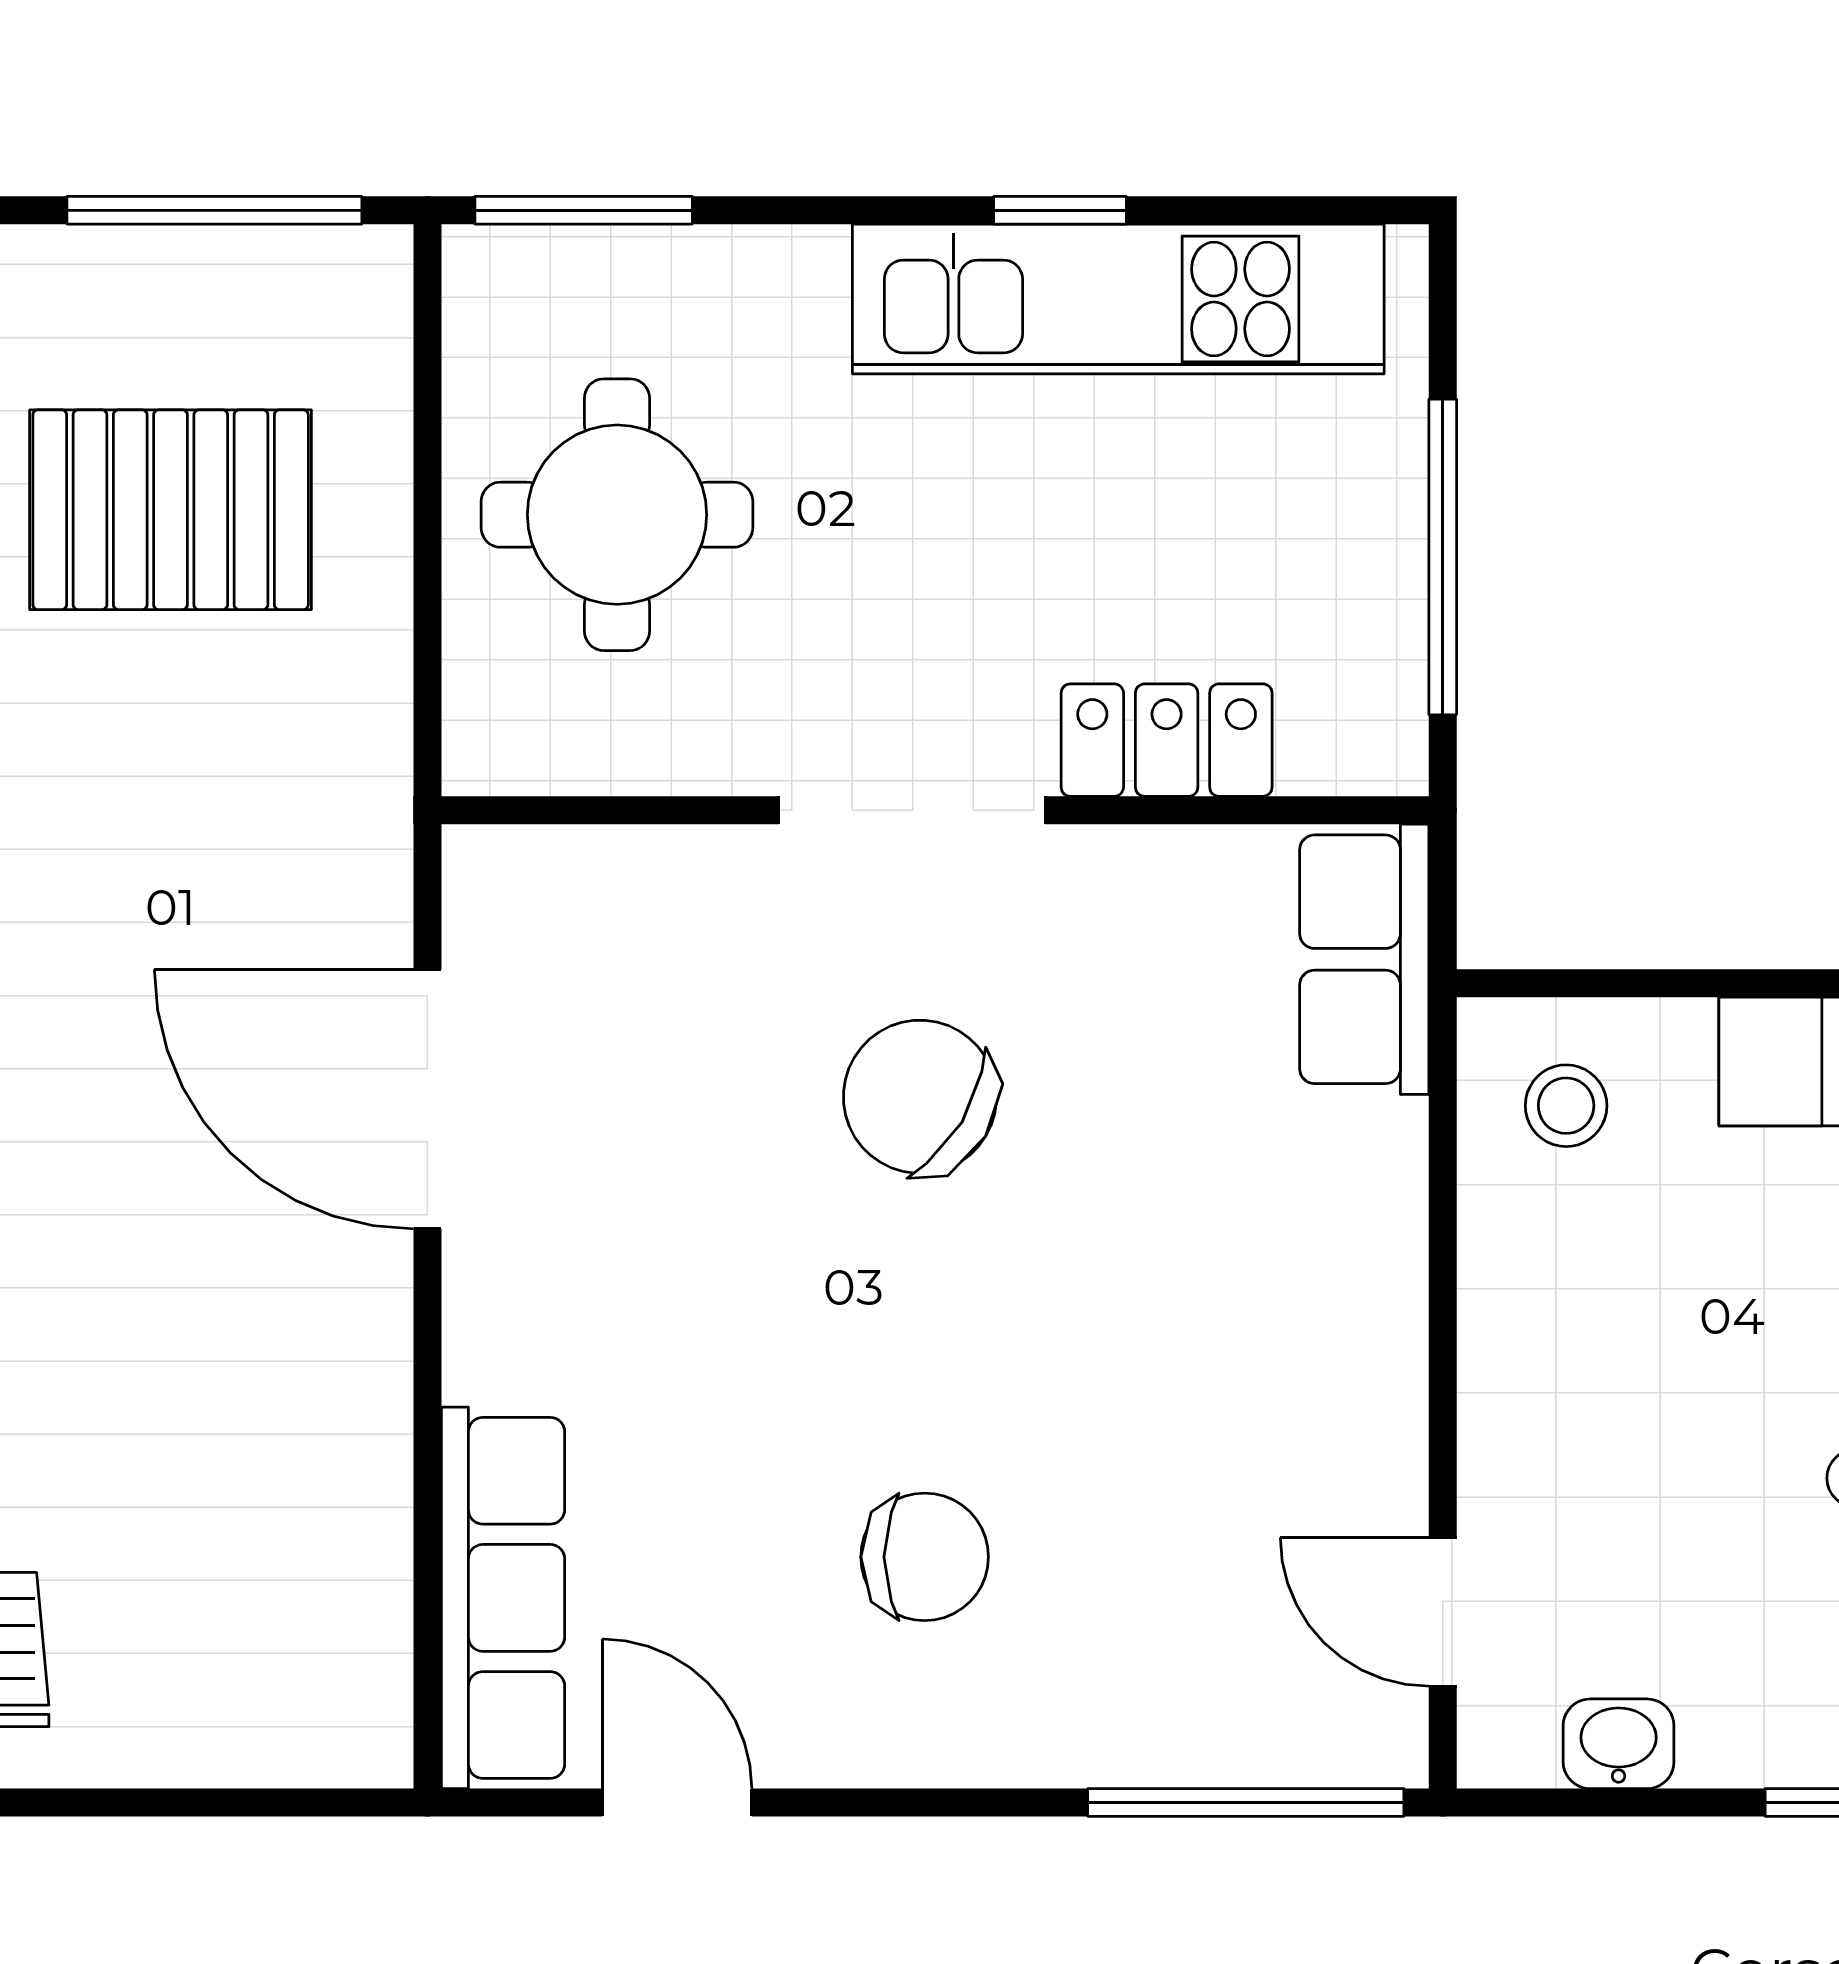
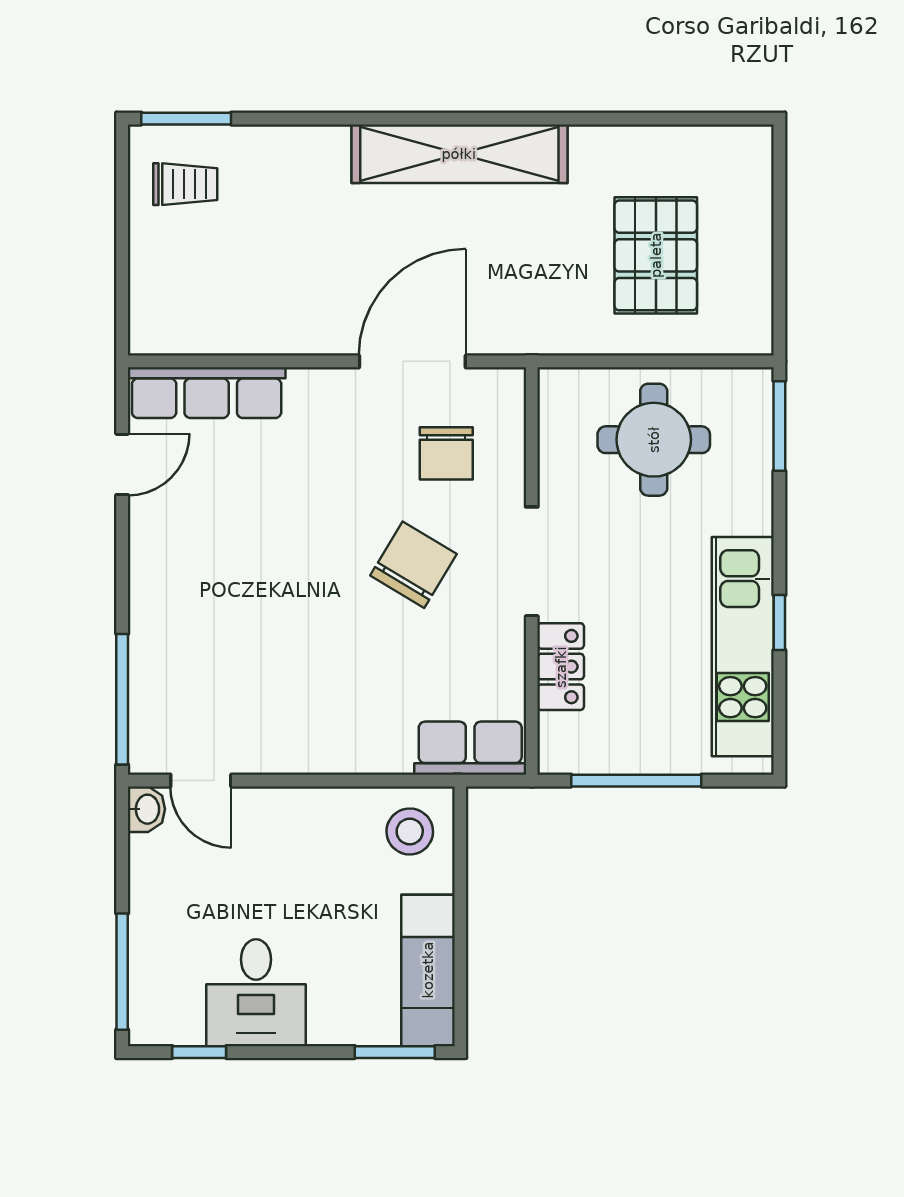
window: (214, 210) -> (779, 274), removed
stool: (1566, 1106) -> (410, 832), width x1.37, depth x1.37
chair: (925, 1557) -> (446, 453), moved
door: (1443, 1612) -> (201, 781), swing flipped
washbasin: (1619, 1744) -> (146, 809), moved

